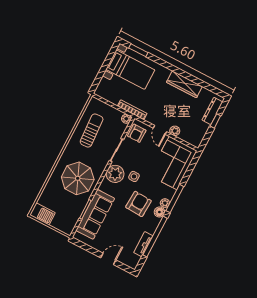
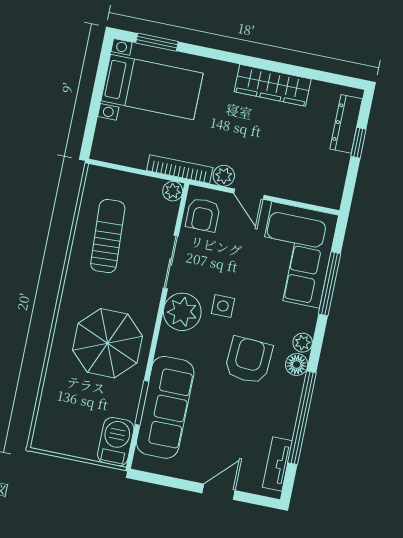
plant: (175, 131) -> (224, 176), moved
window: (175, 199) -> (329, 284), moved
barbecue: (42, 214) -> (116, 442), moved, turned -90
tv unit: (143, 244) -> (277, 464), moved

